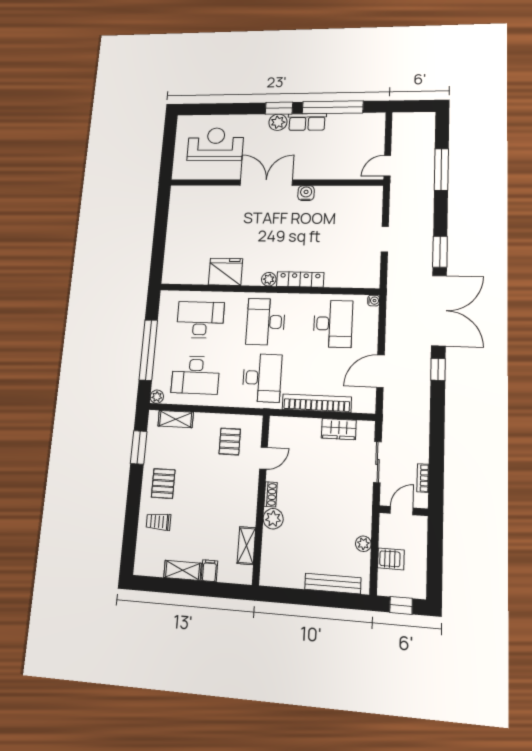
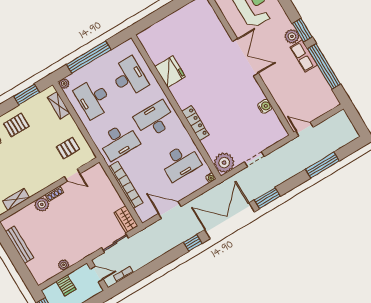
water cooler: (306, 193) -> (265, 106), moved
plant: (269, 279) -> (224, 163), moved, width x1.87, depth x1.87
double door: (439, 310) -> (229, 221), swing flipped
wardrobe: (339, 429) -> (126, 219), moved
bench: (333, 584) -> (19, 245), moved

